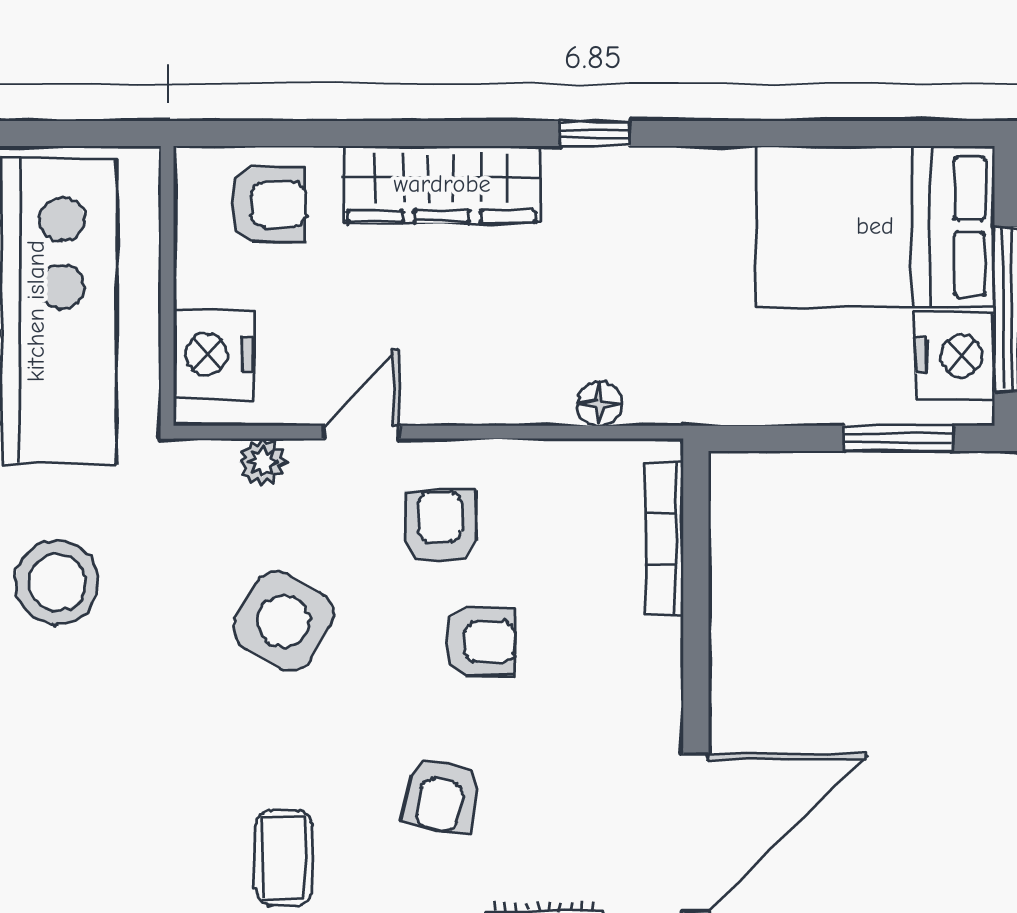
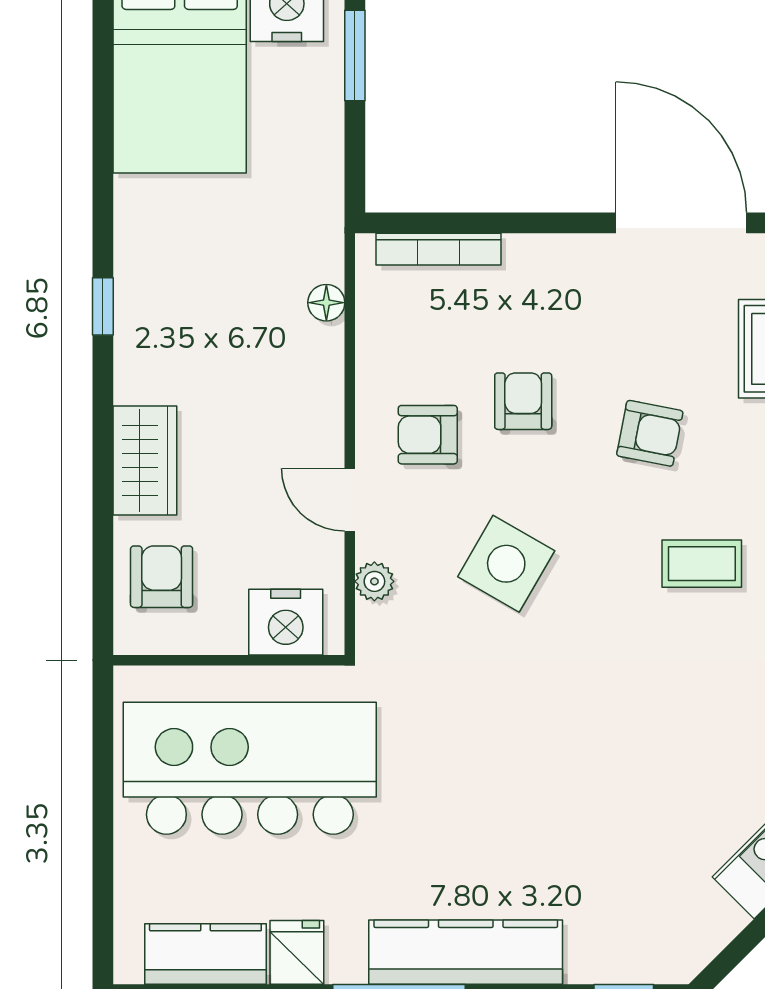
wardrobe: (442, 184) -> (145, 461), width x0.67
stool: (57, 582) -> (474, 751), removed

